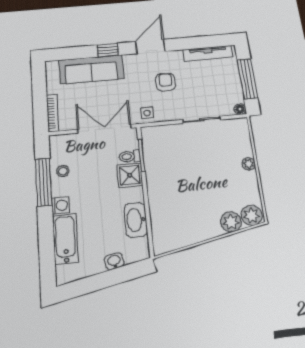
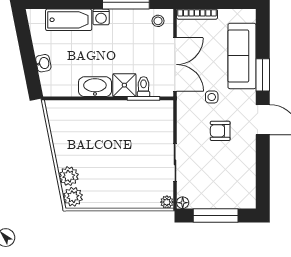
window: (108, 50) -> (263, 75), width x1.50
tv unit: (208, 53) -> (249, 179), removed
armchair: (166, 82) -> (220, 131), turned 180
side table: (147, 113) -> (212, 97), moved
plant: (249, 164) -> (167, 202), moved
stool: (63, 171) -> (158, 21), moved
washbasin: (136, 220) -> (95, 87), moved

